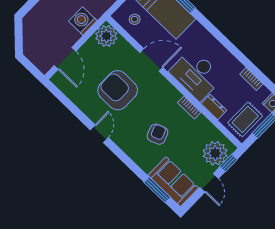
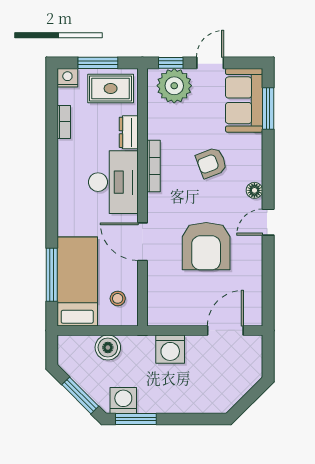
plant: (106, 36) -> (162, 311), removed
bookcase: (189, 108) -> (153, 166), width x1.56
floor lamp: (122, 142) -> (254, 190), added

